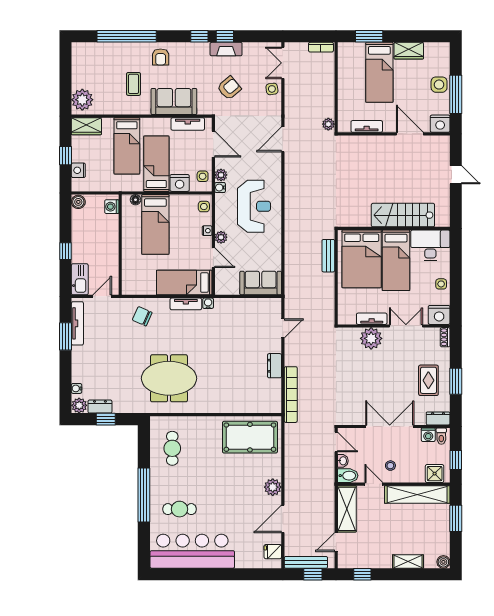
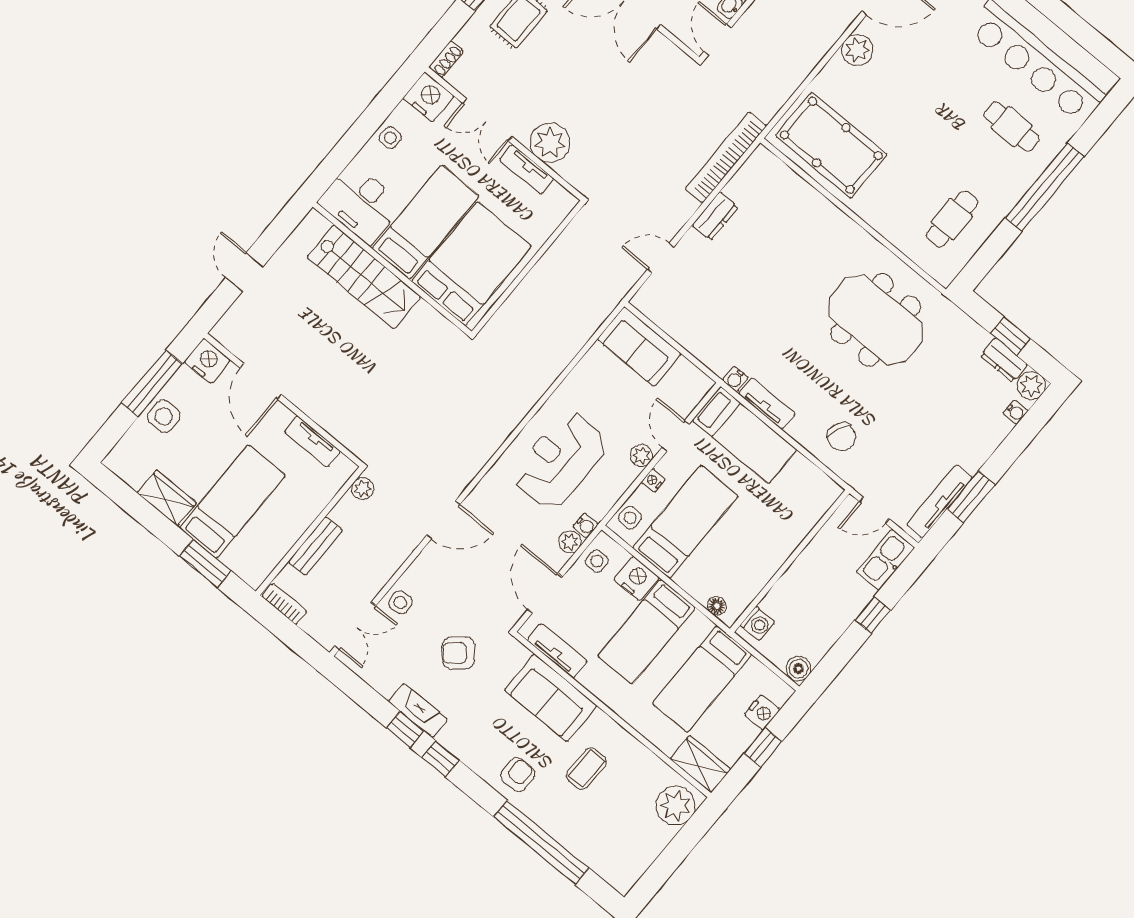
bed: (127, 146) -> (702, 679), moved, turned 180
bed: (155, 224) -> (685, 522), moved
bench: (328, 256) -> (315, 546), moved

